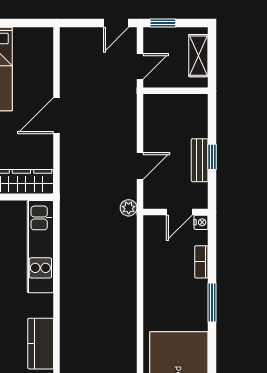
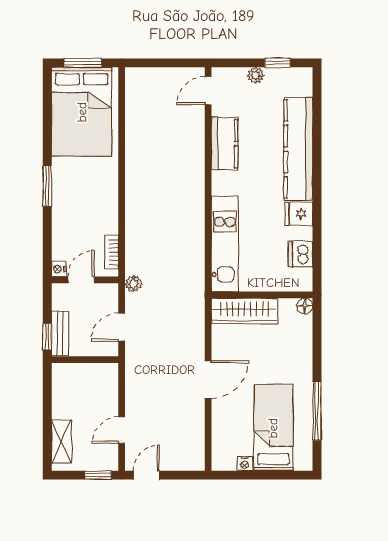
nightstand: (21, 34) -> (245, 464), added
wall: (176, 91) -> (85, 360), moved
bookcase: (201, 262) -> (112, 252), moved, turned 180

